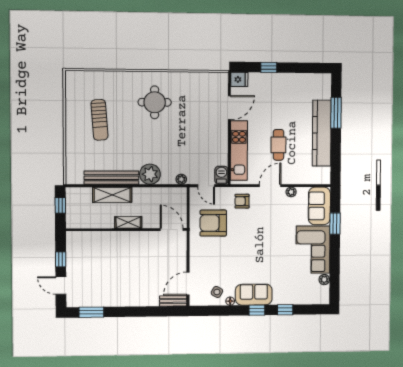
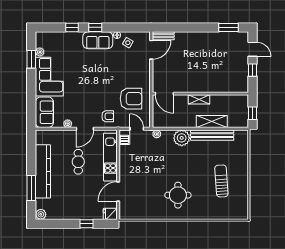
plant: (325, 80) -> (41, 214), added
window: (335, 224) -> (31, 59), moved

